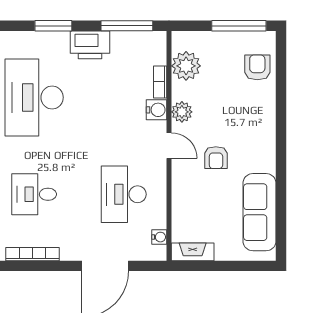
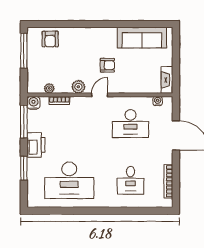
plant: (186, 66) -> (49, 88), width x0.53, depth x0.53
armchair: (257, 67) -> (50, 39), turned -90
water cooler: (156, 110) -> (33, 103), moved

